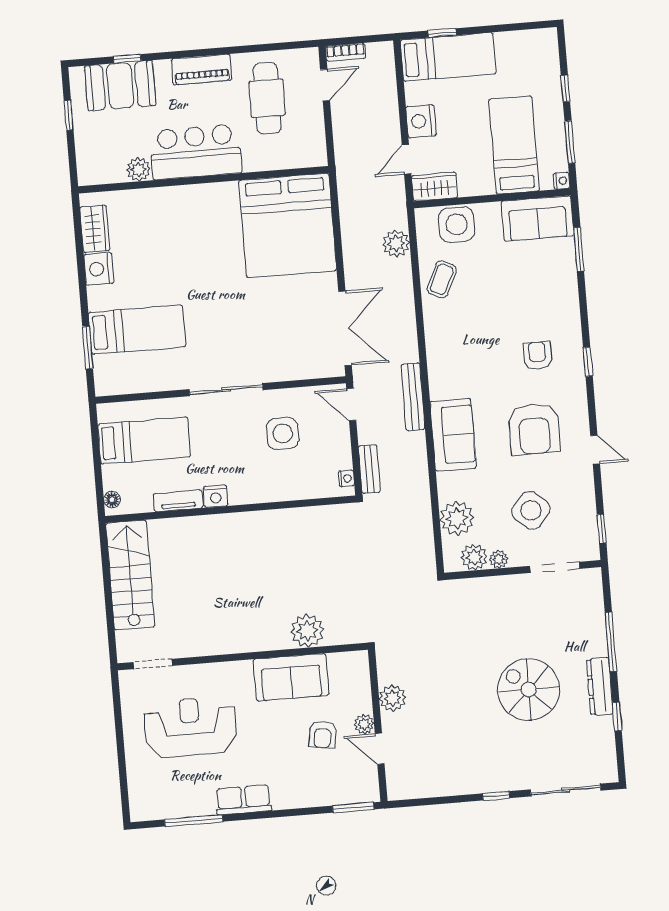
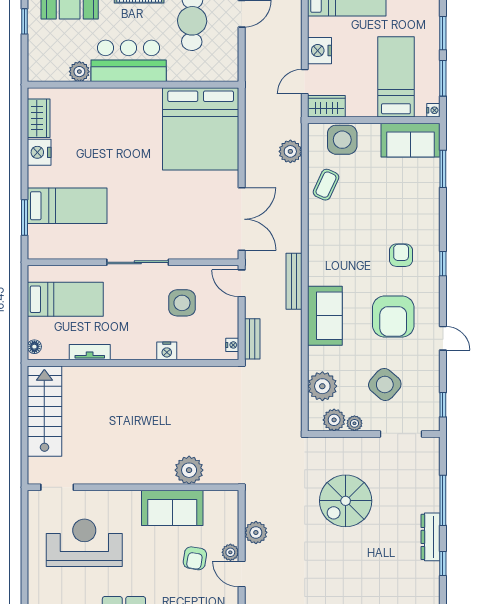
window: (565, 88) -> (443, 33), width x1.50
nightstand: (216, 496) -> (167, 351), moved
spiral stairs: (529, 689) -> (346, 501), moved, turned -90

